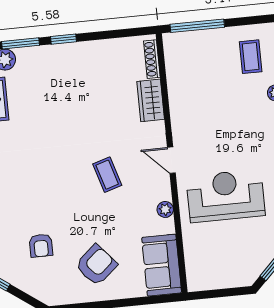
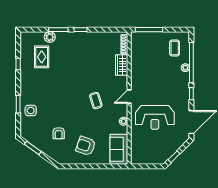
door: (171, 160) -> (129, 96), hinge flipped
reception desk: (226, 196) -> (155, 117), turned 180
armchair: (96, 265) -> (86, 146), turned -120

